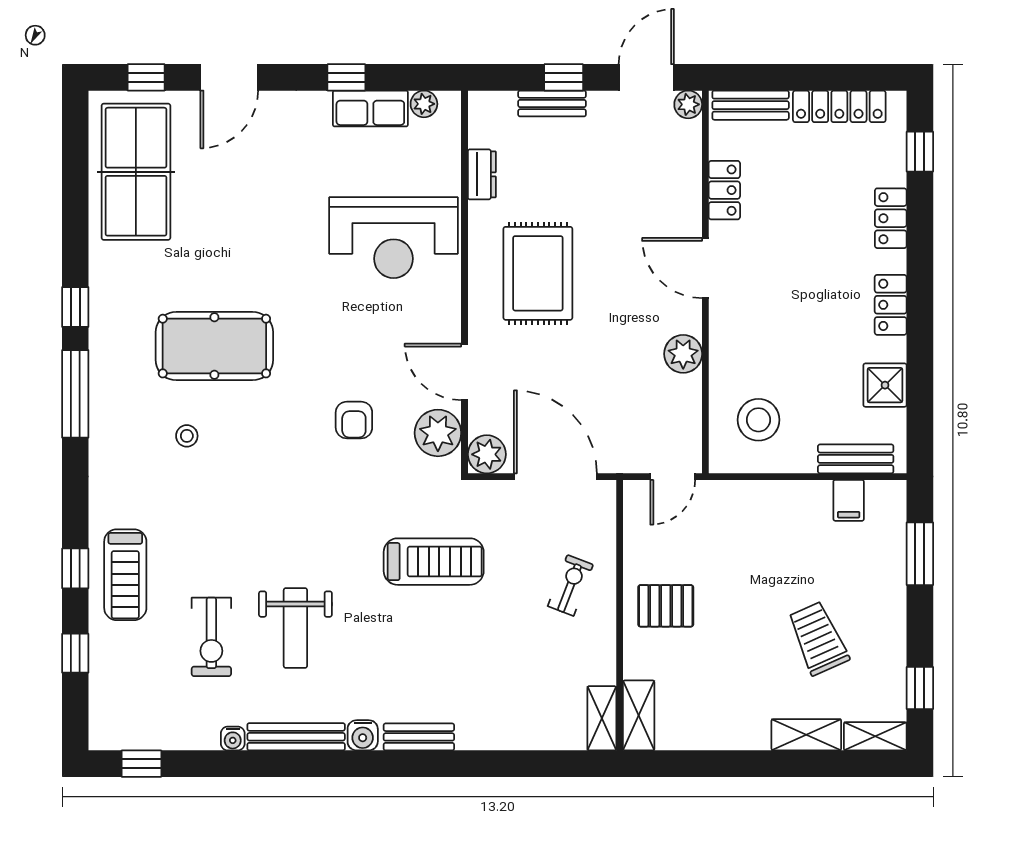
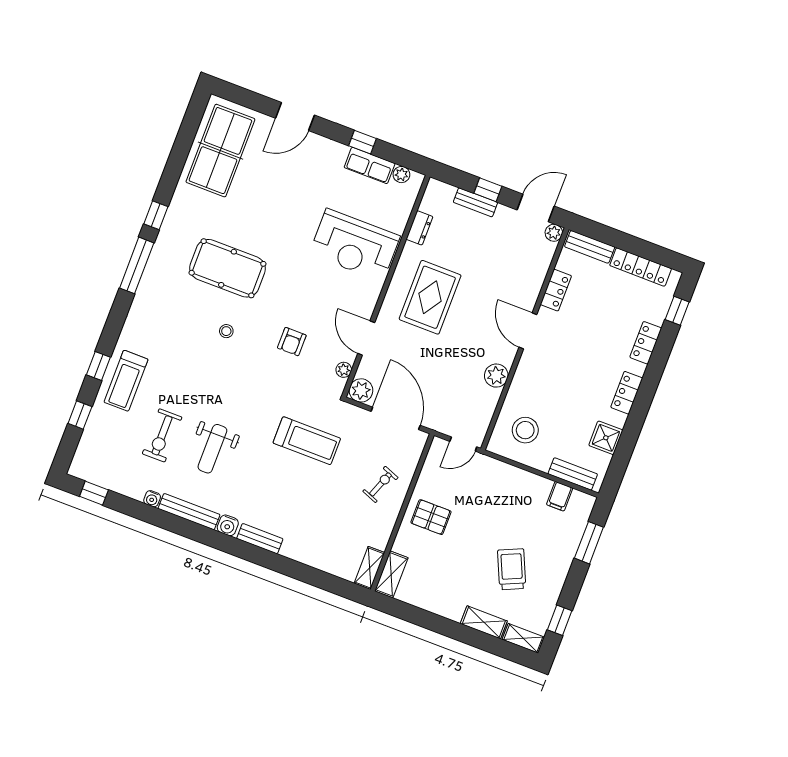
window: (146, 77) -> (247, 98), removed
plant: (438, 433) -> (344, 370), width x0.53, depth x0.53
stool: (187, 436) -> (226, 331), moved

